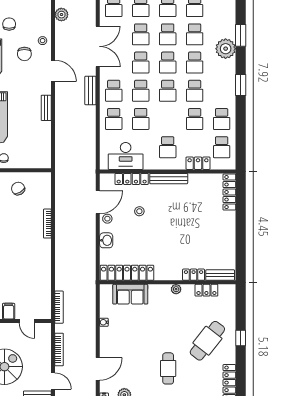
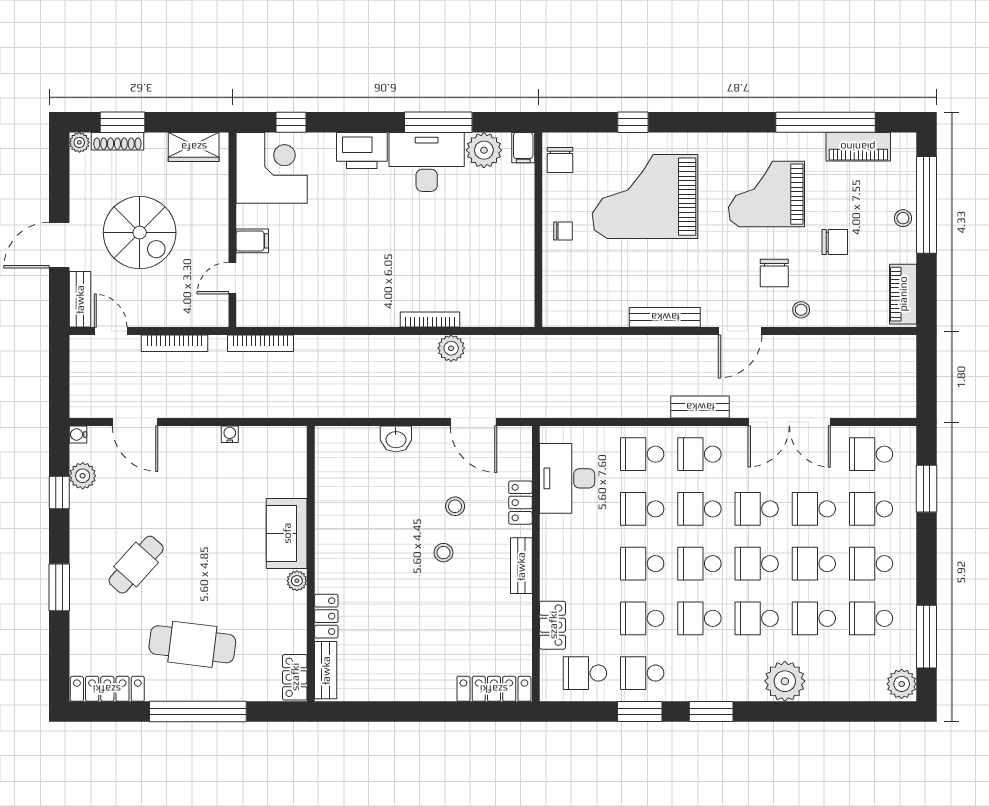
plant: (61, 15) -> (451, 348), moved
window: (241, 35) -> (640, 712), moved
chair: (24, 54) -> (774, 273), turned -90
bench: (46, 108) -> (665, 317), width x1.36
school desk: (168, 147) -> (642, 564), moved
locker: (132, 179) -> (520, 503), width x0.66
bench: (169, 179) -> (521, 566), width x0.73
chair: (18, 189) -> (501, 260), removed
stool: (107, 219) -> (443, 553), moved
locker: (127, 273) -> (330, 481), removed
locker: (206, 290) -> (295, 677), moved
sofa: (130, 294) -> (287, 533), moved
window: (241, 338) -> (198, 712), width x3.17
cafe table: (207, 341) -> (192, 644), turned -31
cafe table: (168, 368) -> (136, 565), turned -48
door: (53, 381) -> (111, 331), swing flipped

